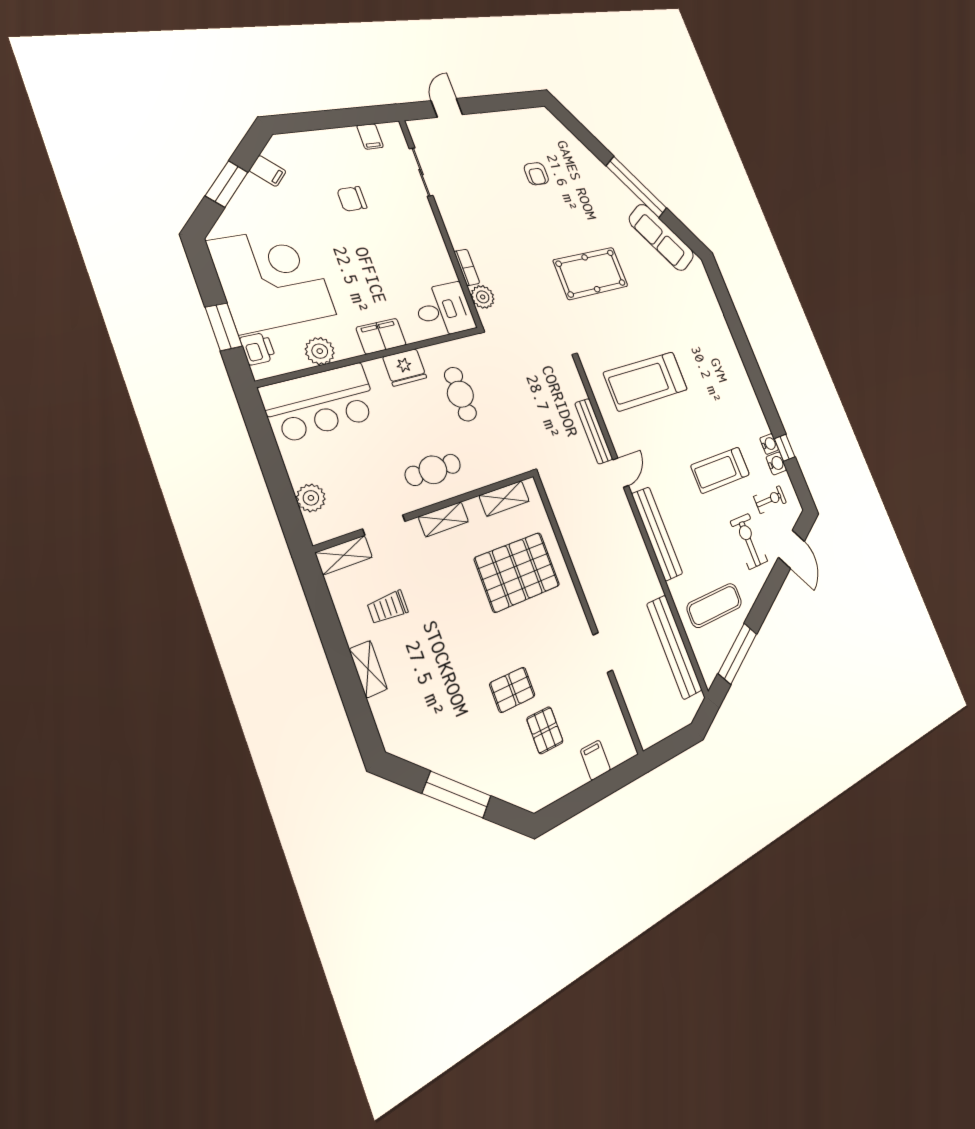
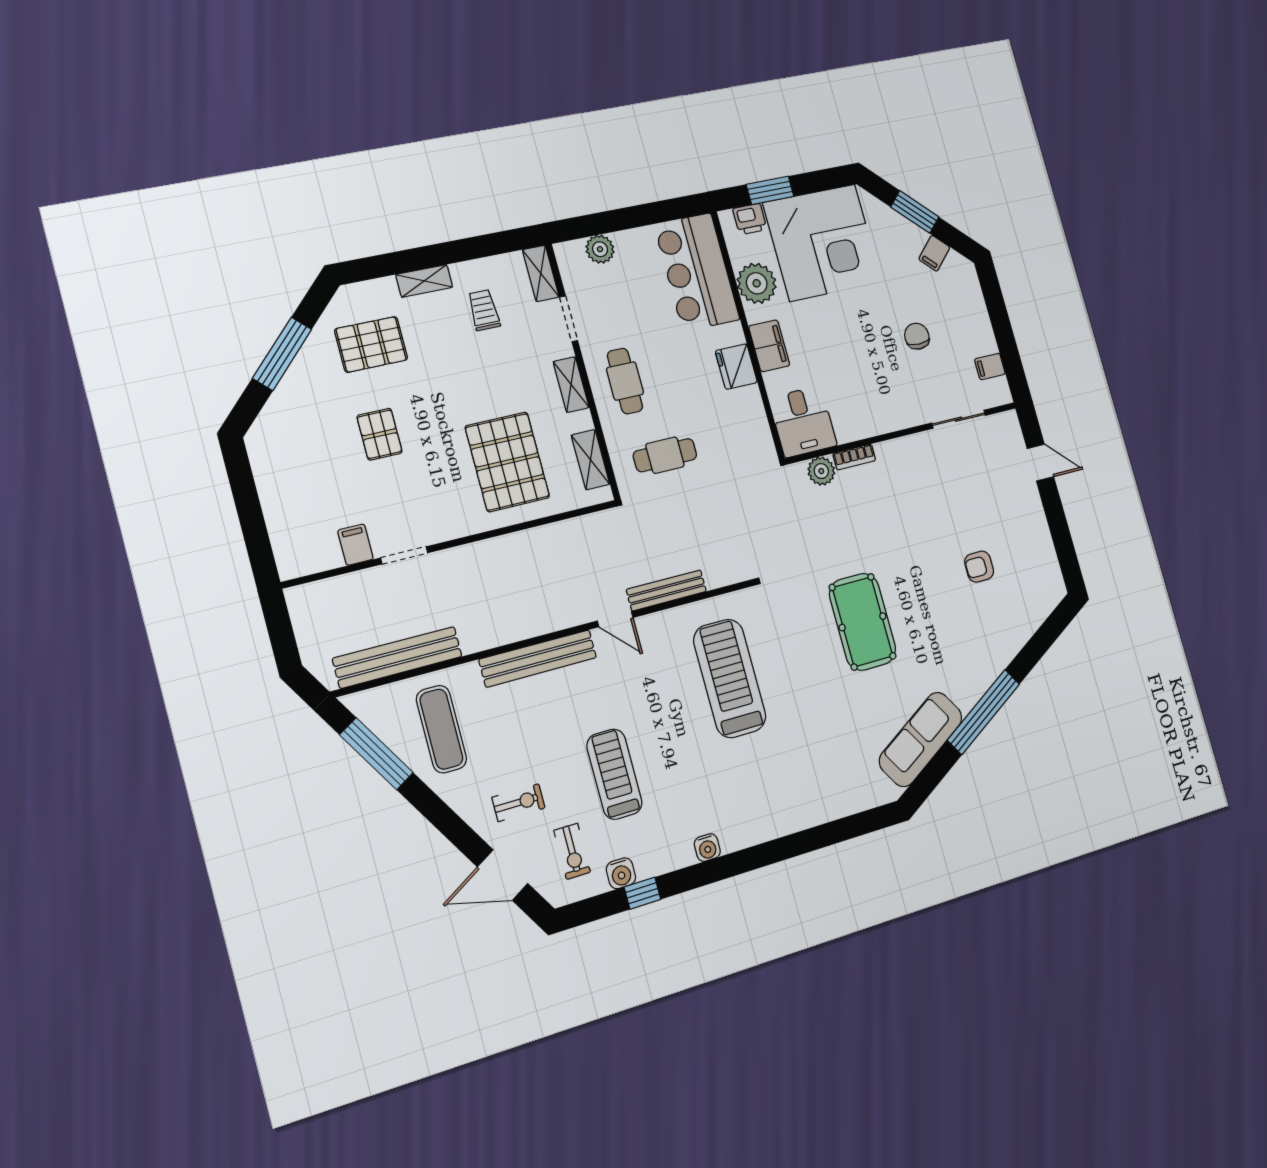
plant: (320, 351) -> (757, 283), width x1.36, depth x1.36
cafe table: (460, 394) -> (665, 455), moved
water cooler: (769, 444) -> (707, 848), moved
exercise bike: (749, 541) -> (518, 803), width x0.73, depth x0.72
pallet: (545, 730) -> (371, 344), moved, width x1.50, depth x1.42
filing cabinet: (595, 760) -> (355, 545), moved, turned -90

